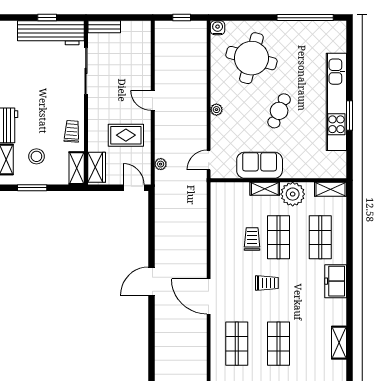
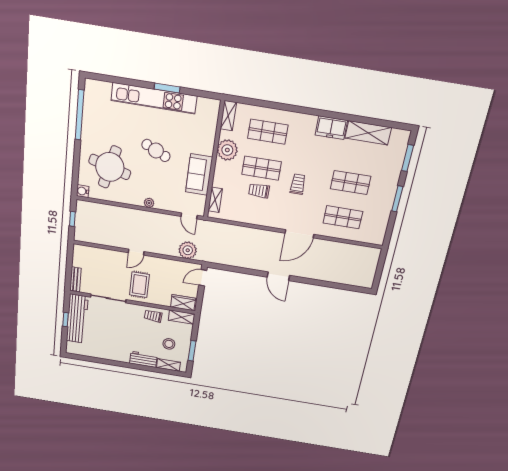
rug: (126, 135) -> (139, 285), moved
plant: (161, 164) -> (188, 250), width x1.88, depth x1.88
shelving: (265, 189) -> (215, 200), moved
freezer: (336, 281) -> (331, 128), moved
shelving: (339, 343) -> (368, 133), width x1.50, depth x1.33

